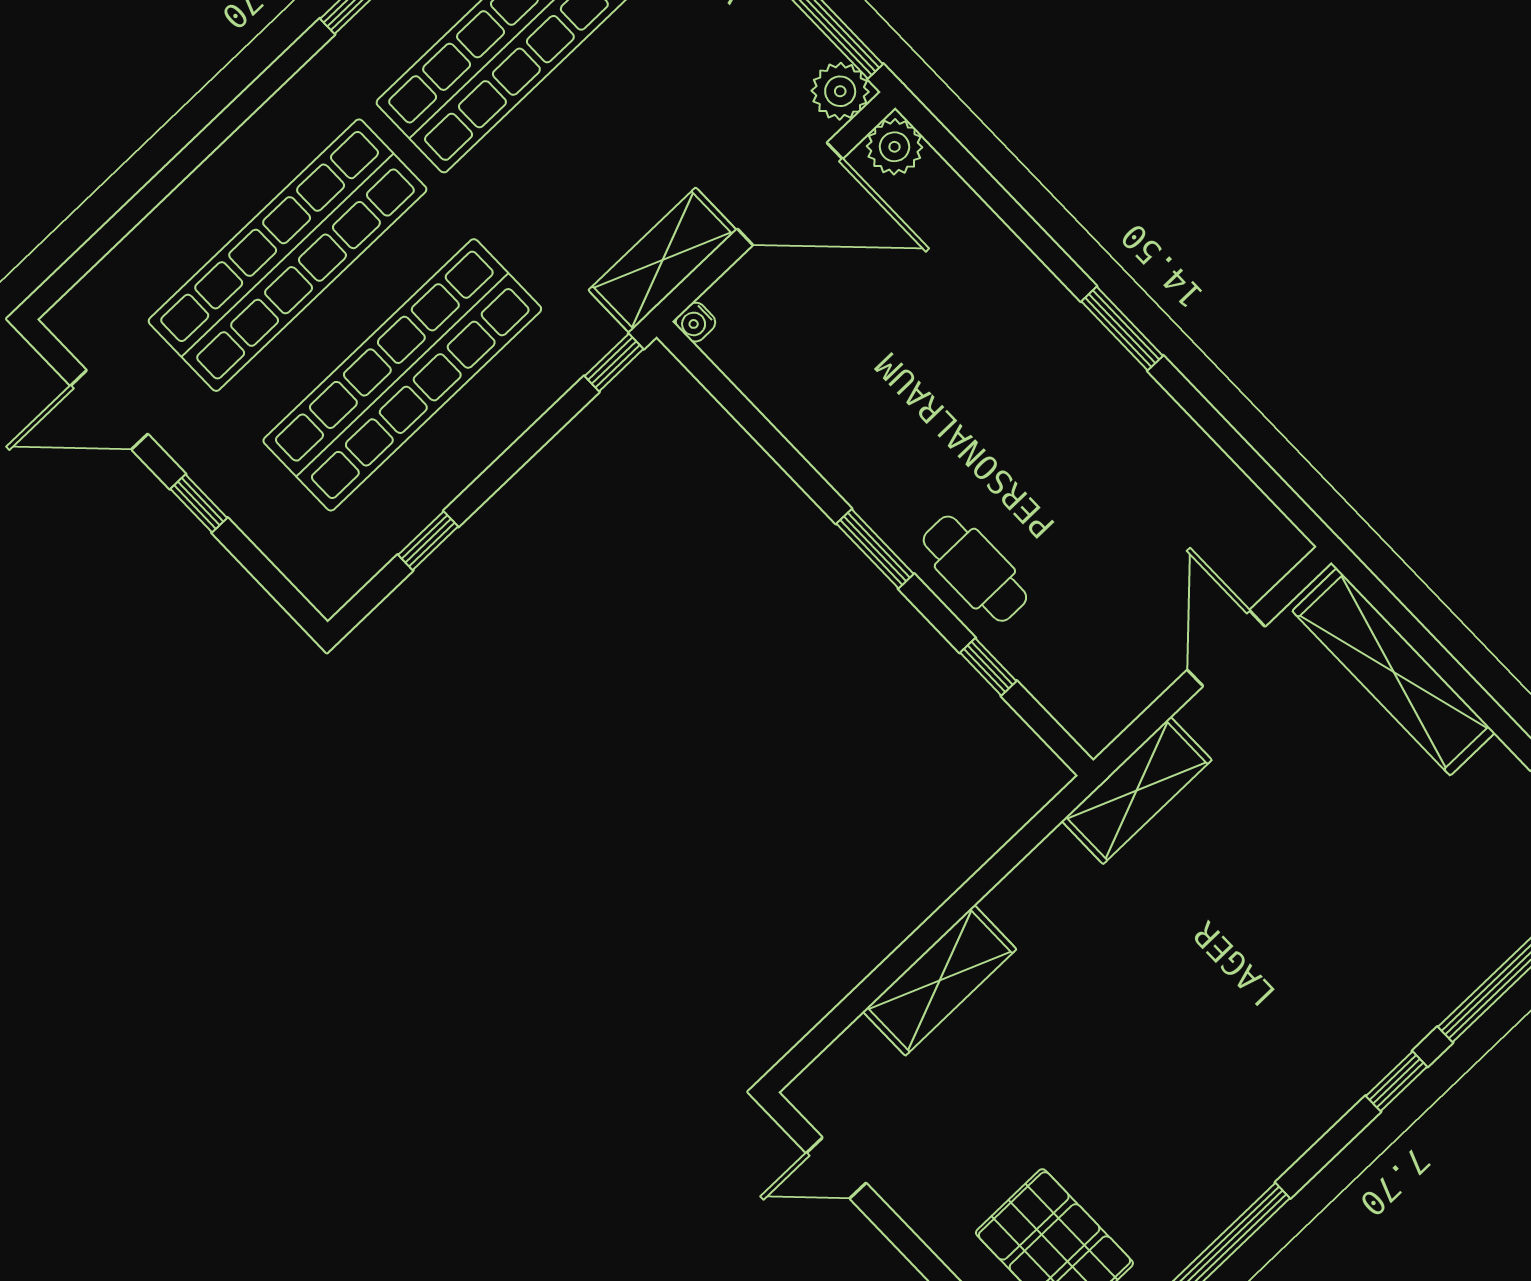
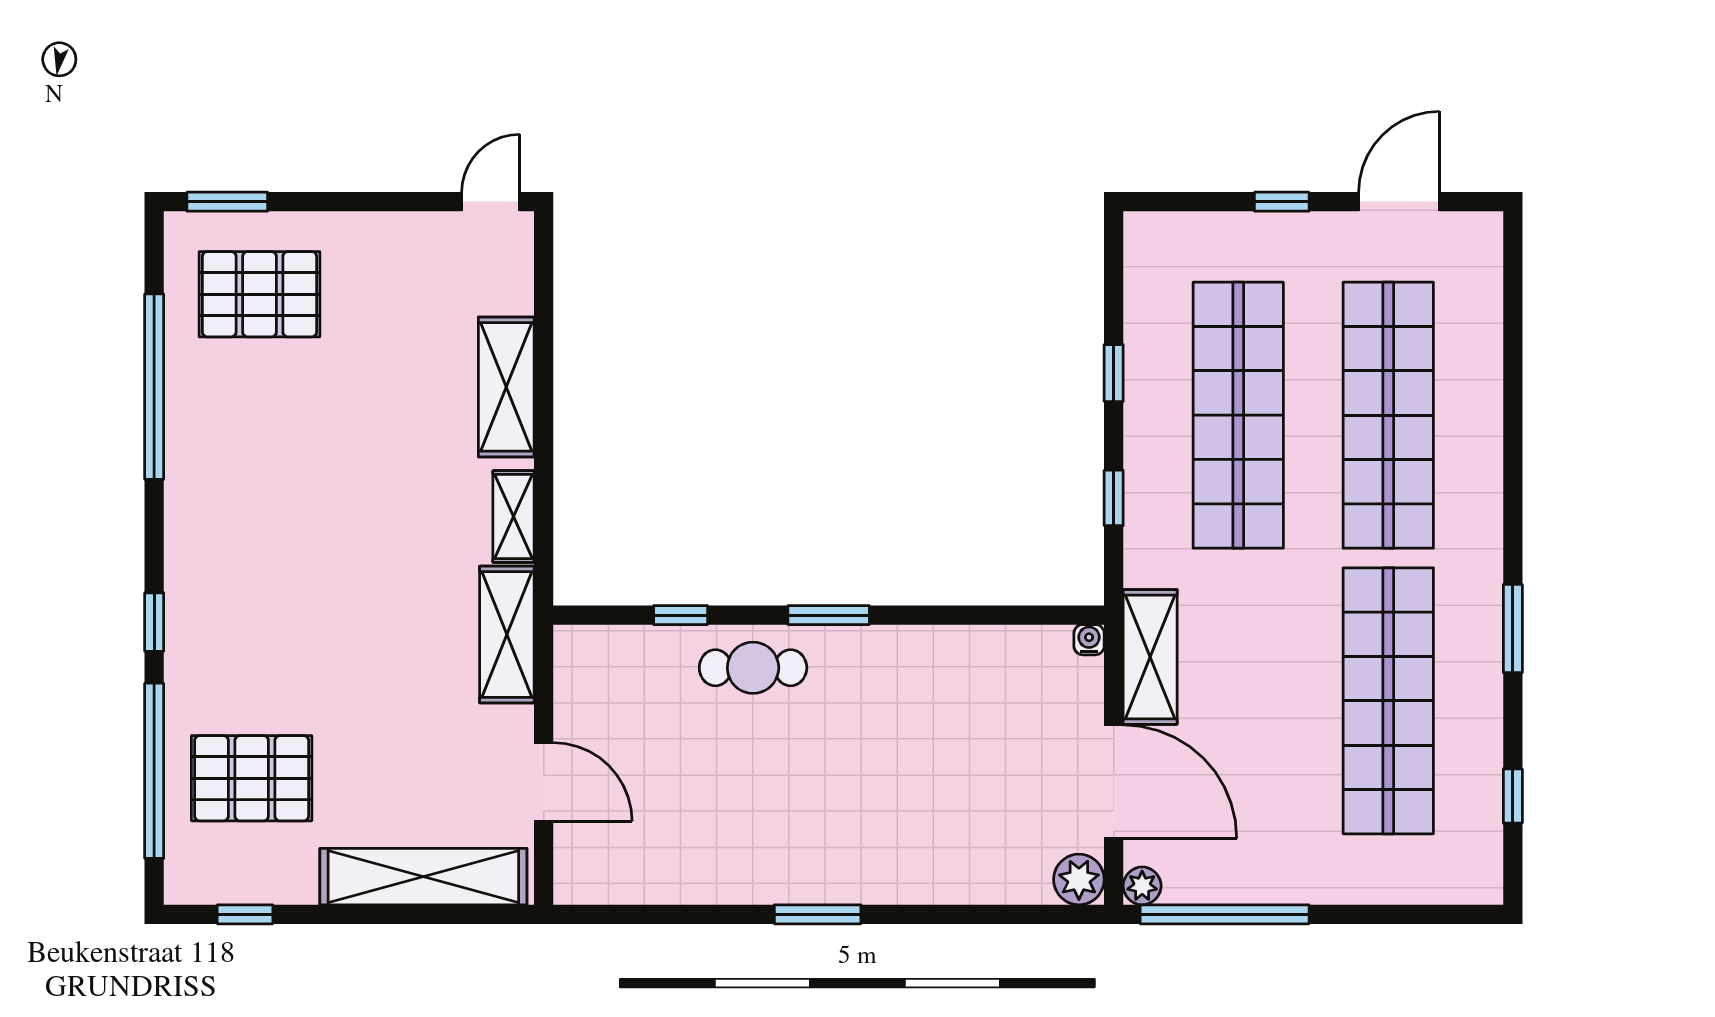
plant: (840, 91) -> (1142, 886), width x0.73, depth x0.73
door: (790, 194) -> (1114, 782), swing flipped
window: (614, 363) -> (1114, 498), moved
window: (428, 541) -> (1114, 373), moved
shelving: (1037, 875) -> (514, 517), added
pallet: (1447, 884) -> (252, 778), added
door: (836, 1168) -> (491, 202), moved

